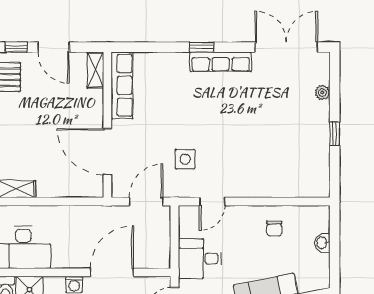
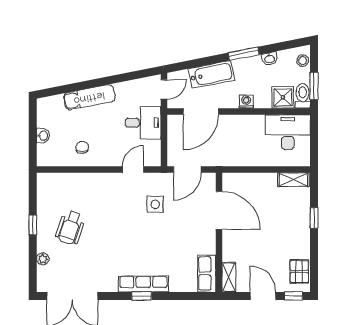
row of seats: (221, 62) -> (143, 284), moved
row of seats: (122, 85) -> (207, 274), width x0.68
wheelchair: (289, 131) -> (70, 228), added
door: (112, 272) -> (201, 111), moved

